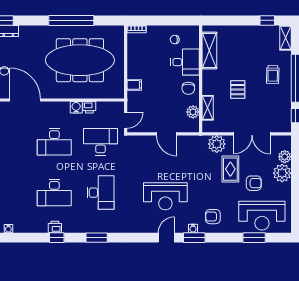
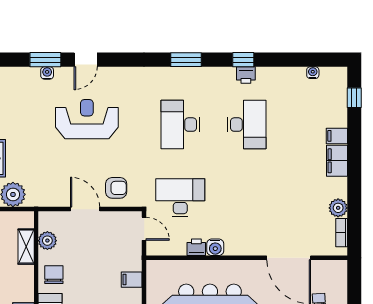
door: (126, 120) -> (144, 229), swing flipped
desk: (54, 142) -> (247, 198), removed
desk: (101, 142) -> (180, 198), turned 180
desk: (54, 193) -> (247, 125), turned 90
armchair: (213, 217) -> (116, 188), moved

